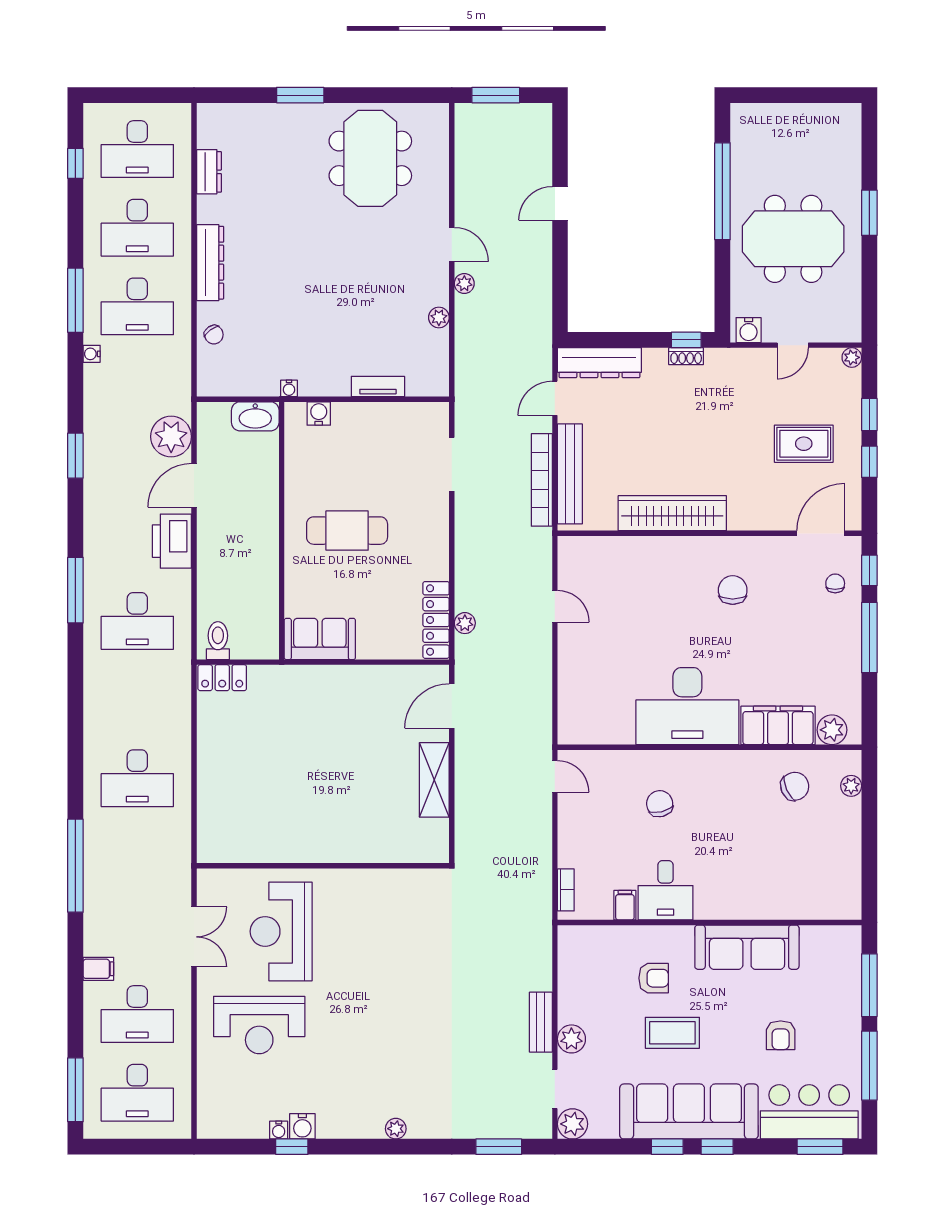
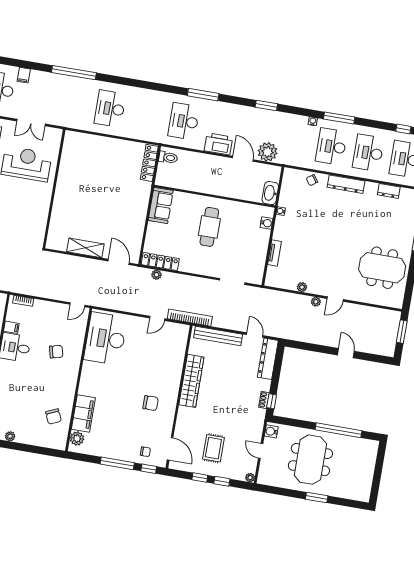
bookcase: (542, 480) -> (190, 318), moved
locker: (222, 678) -> (149, 163), width x1.53
desk: (687, 706) -> (106, 339), moved
plant: (851, 786) -> (10, 436), moved

